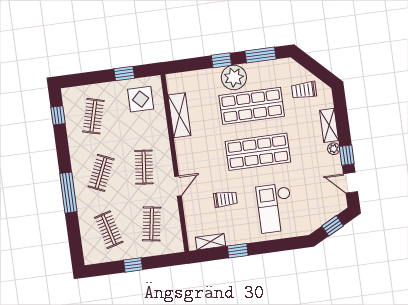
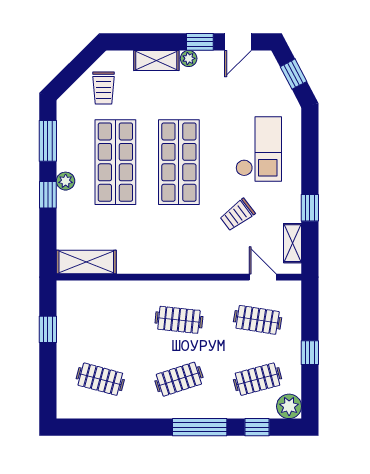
plant: (234, 77) -> (66, 181), width x0.53, depth x0.53
display table: (141, 99) -> (86, 312), removed
window: (58, 115) -> (257, 427), moved
shelving: (179, 115) -> (86, 262), moved
clothes rail: (101, 173) -> (179, 379), turned -42
door: (178, 186) -> (263, 277), moved
trolley: (225, 199) -> (237, 215), turned -127
checkout: (275, 208) -> (259, 149), turned -90
plant: (92, 255) -> (289, 406), added

